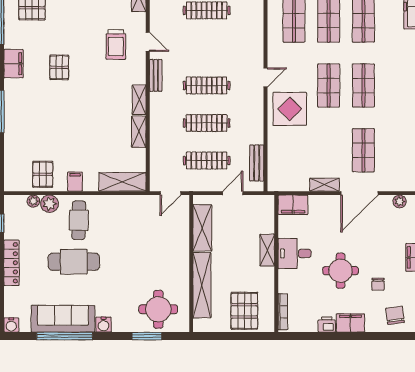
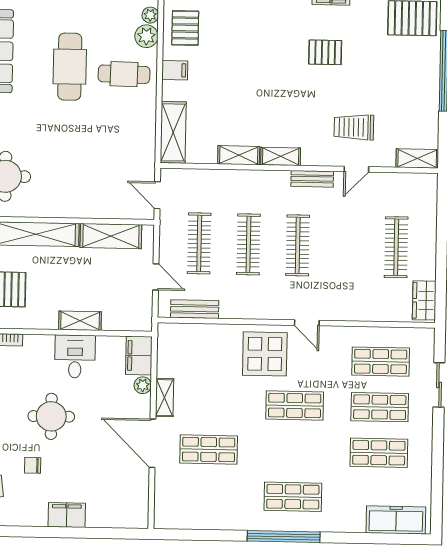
shop shelf: (363, 85) -> (293, 497), moved
pallet: (43, 174) -> (185, 28), turned 90
plant: (400, 201) -> (143, 385), moved

